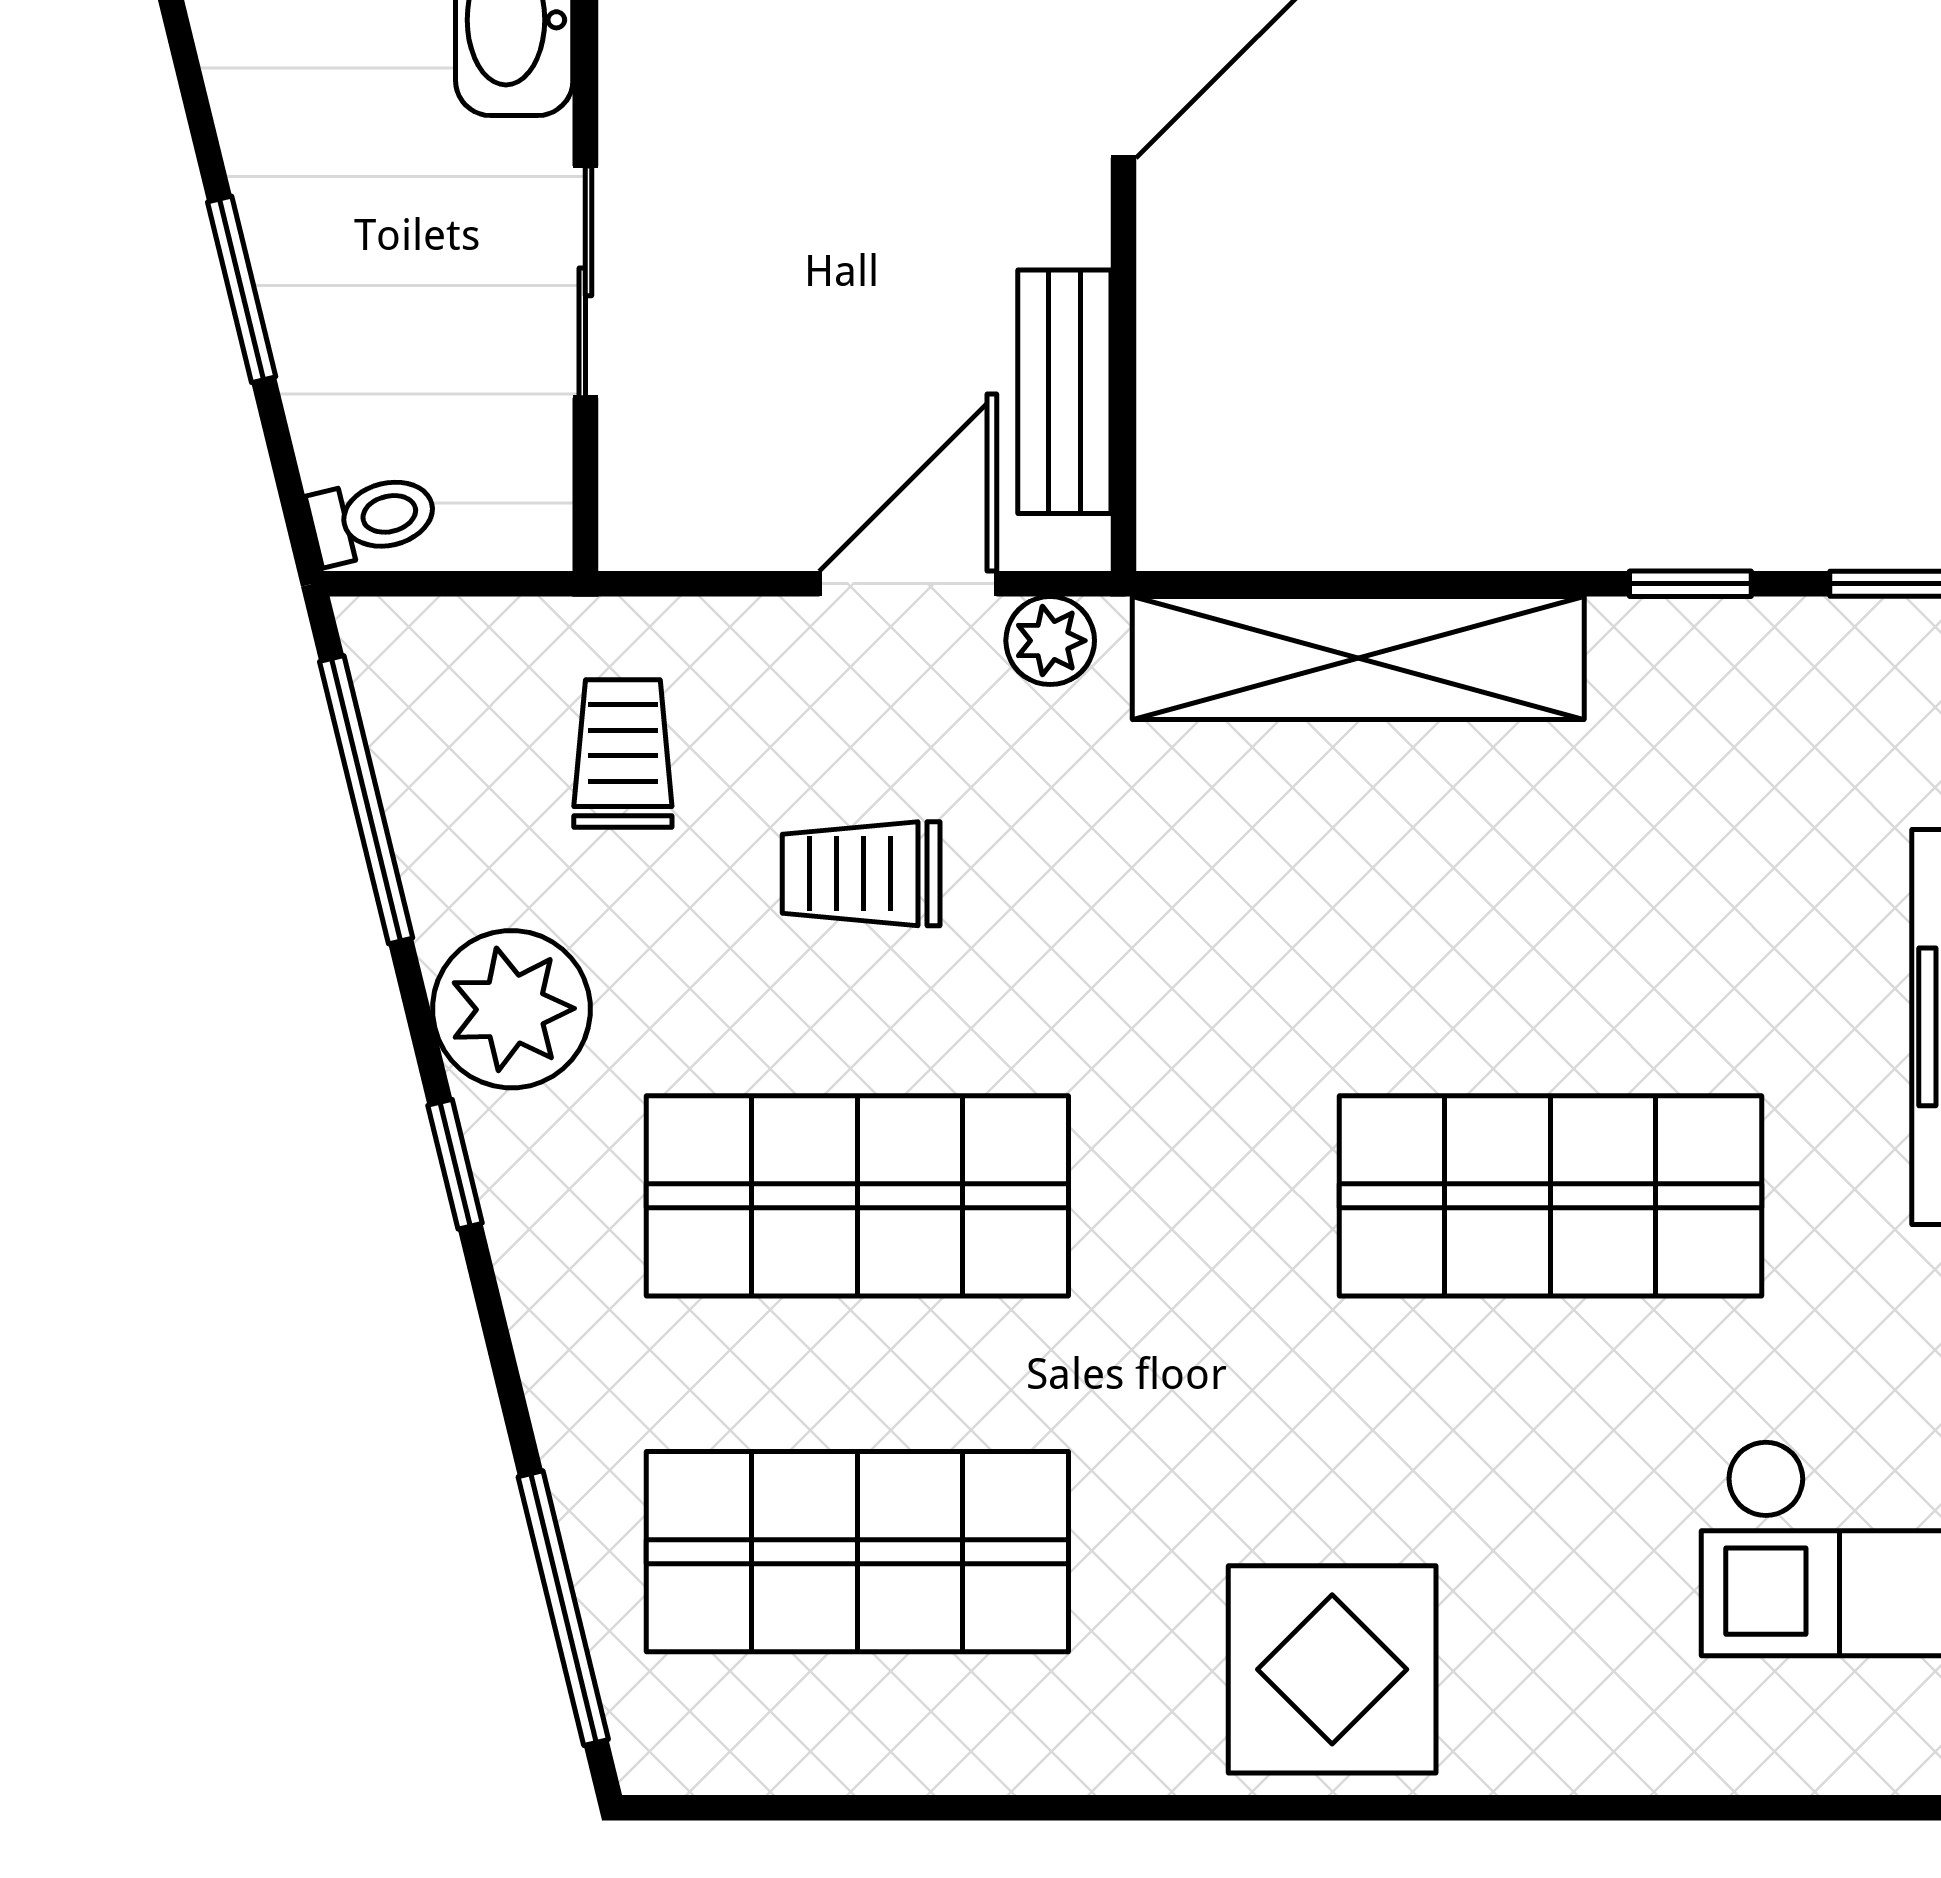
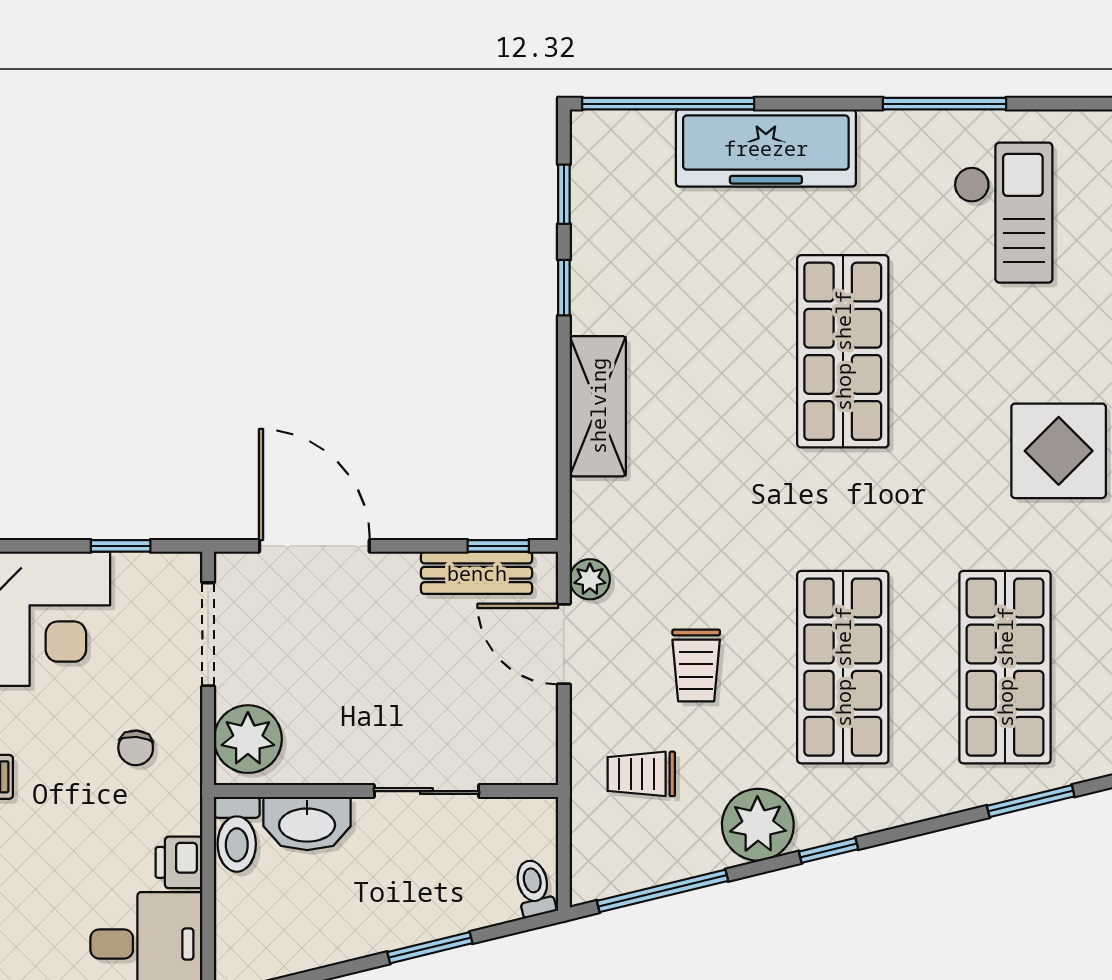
window: (1124, 440) -> (498, 546), added
shelving: (1358, 658) -> (598, 406), width x0.68
window: (563, 1608) -> (1031, 801), width x0.69

